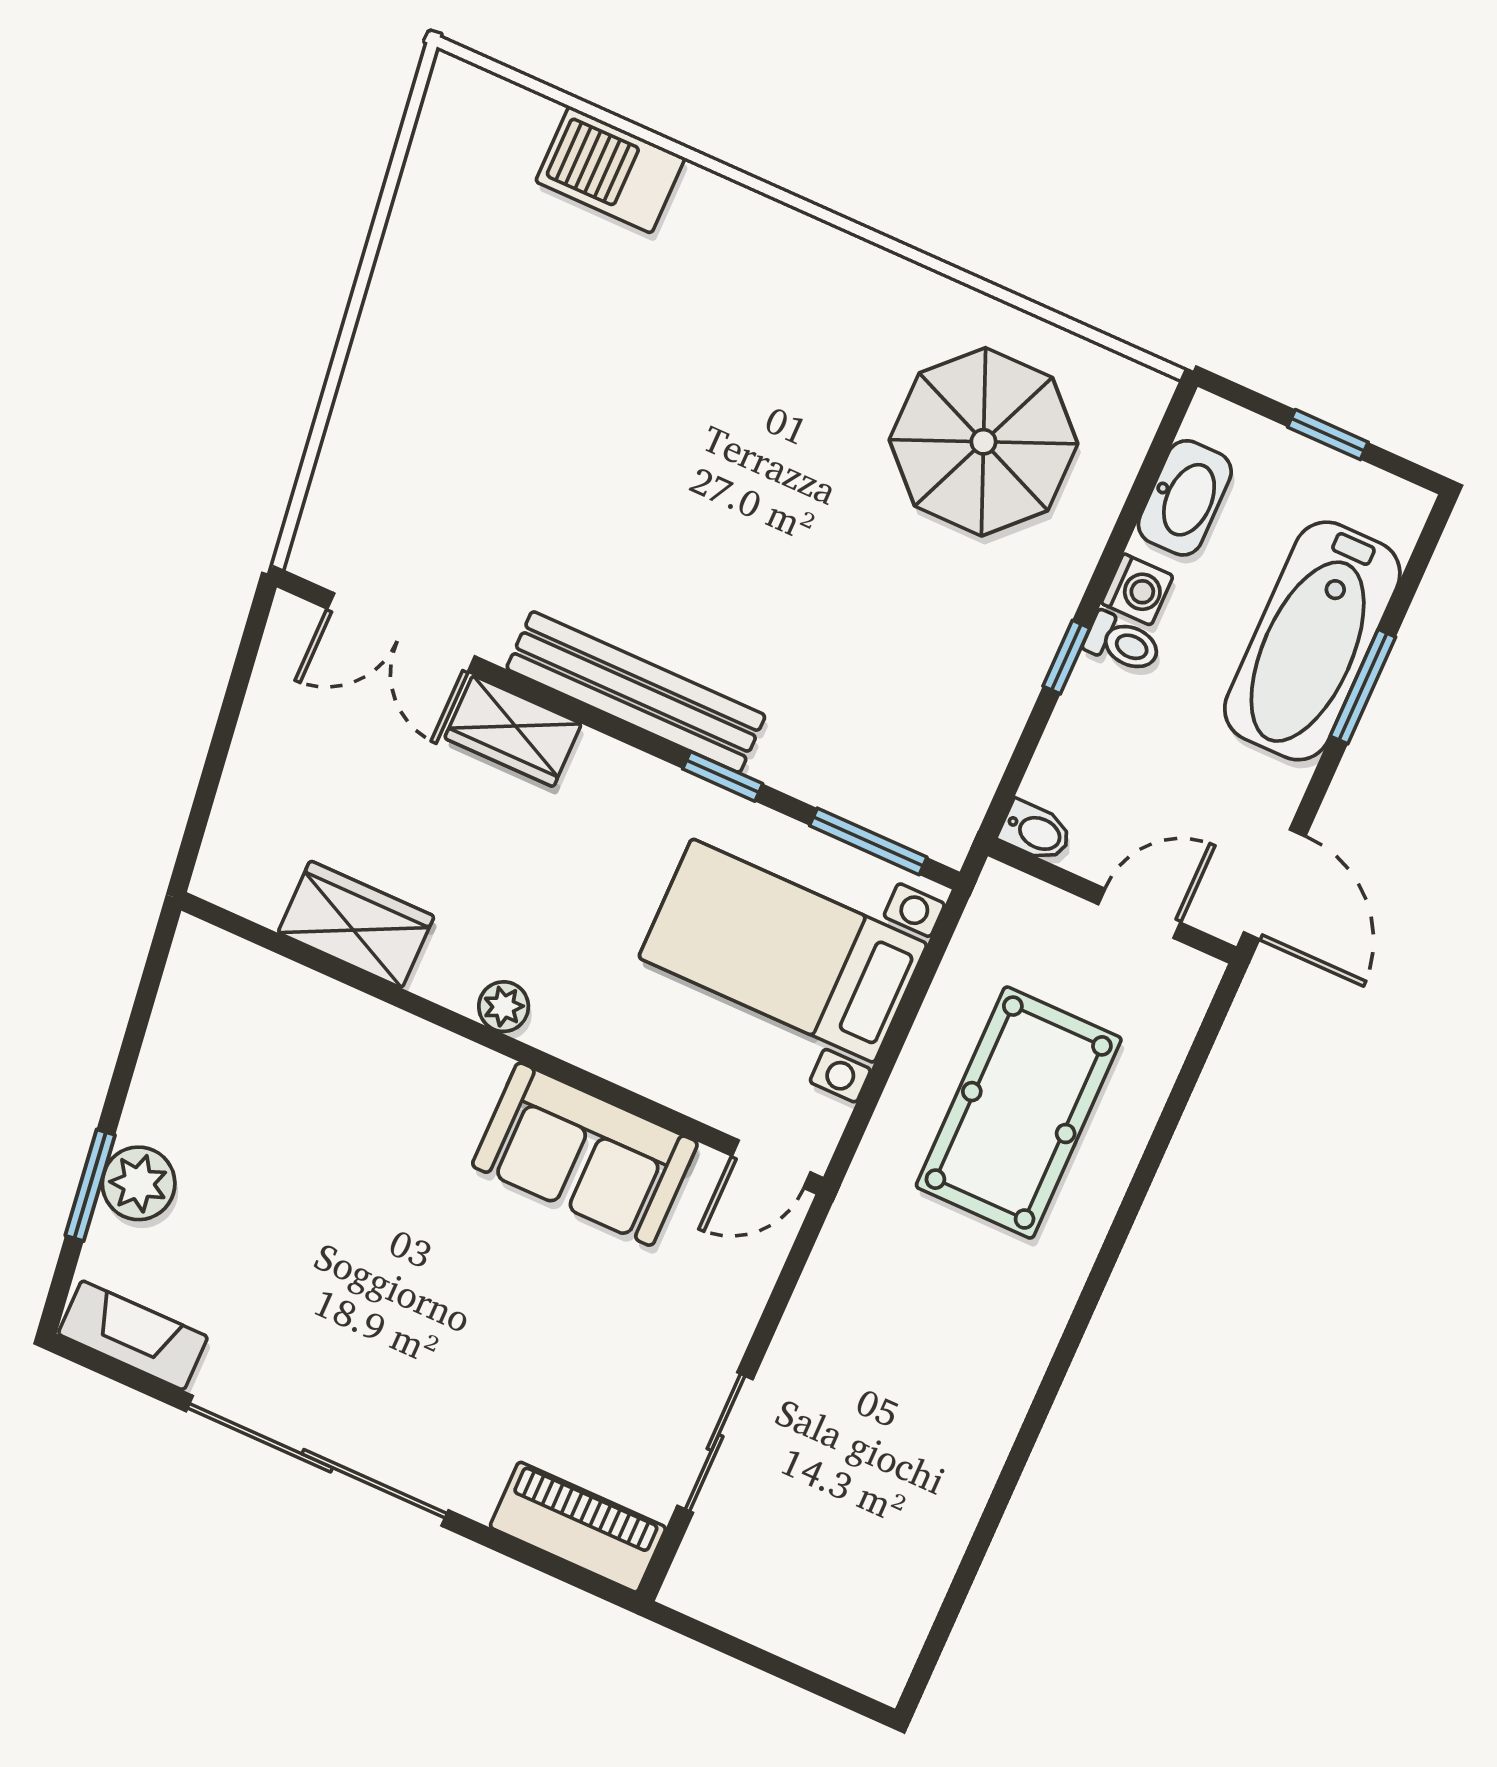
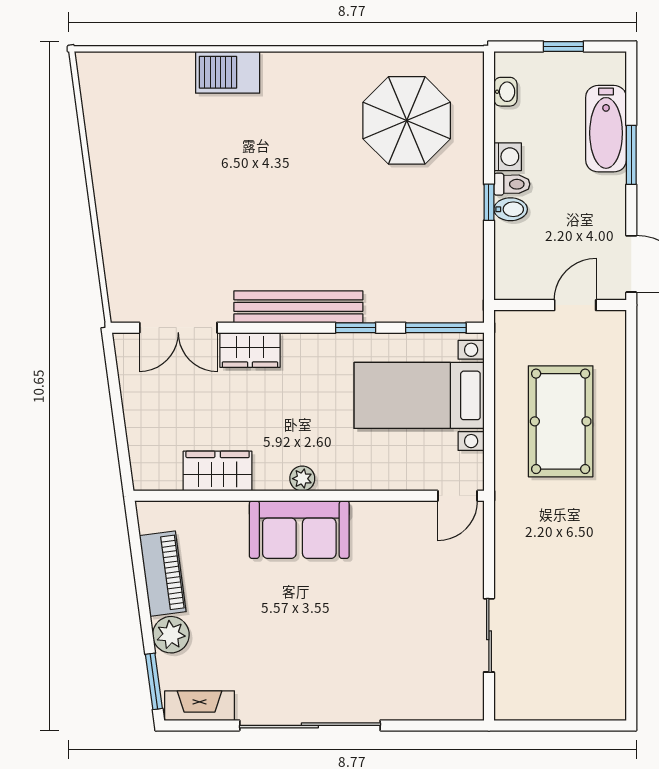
barbecue: (610, 170) -> (228, 72), moved
washbasin: (1185, 498) -> (505, 92), width x0.52, depth x0.69
bathtub: (1312, 641) -> (606, 129), width x0.73, depth x0.73
bidet: (1036, 832) -> (511, 209), moved
sofa: (585, 1154) -> (299, 530), moved
window: (90, 1185) -> (154, 681), moved
piano: (578, 1527) -> (163, 574), moved, turned 82

